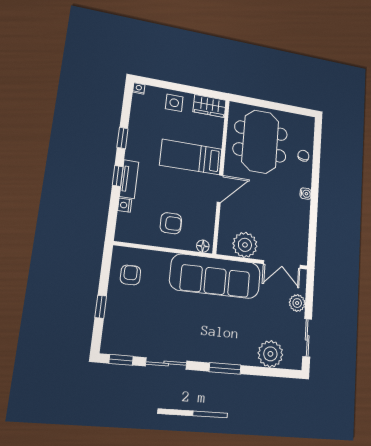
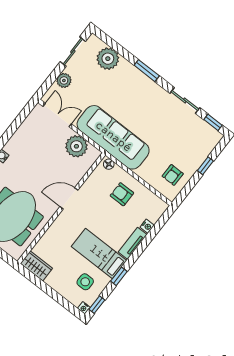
side table: (174, 103) -> (85, 282), moved
bed: (191, 157) -> (99, 254), moved, turned 180
window: (118, 176) -> (97, 305), moved

